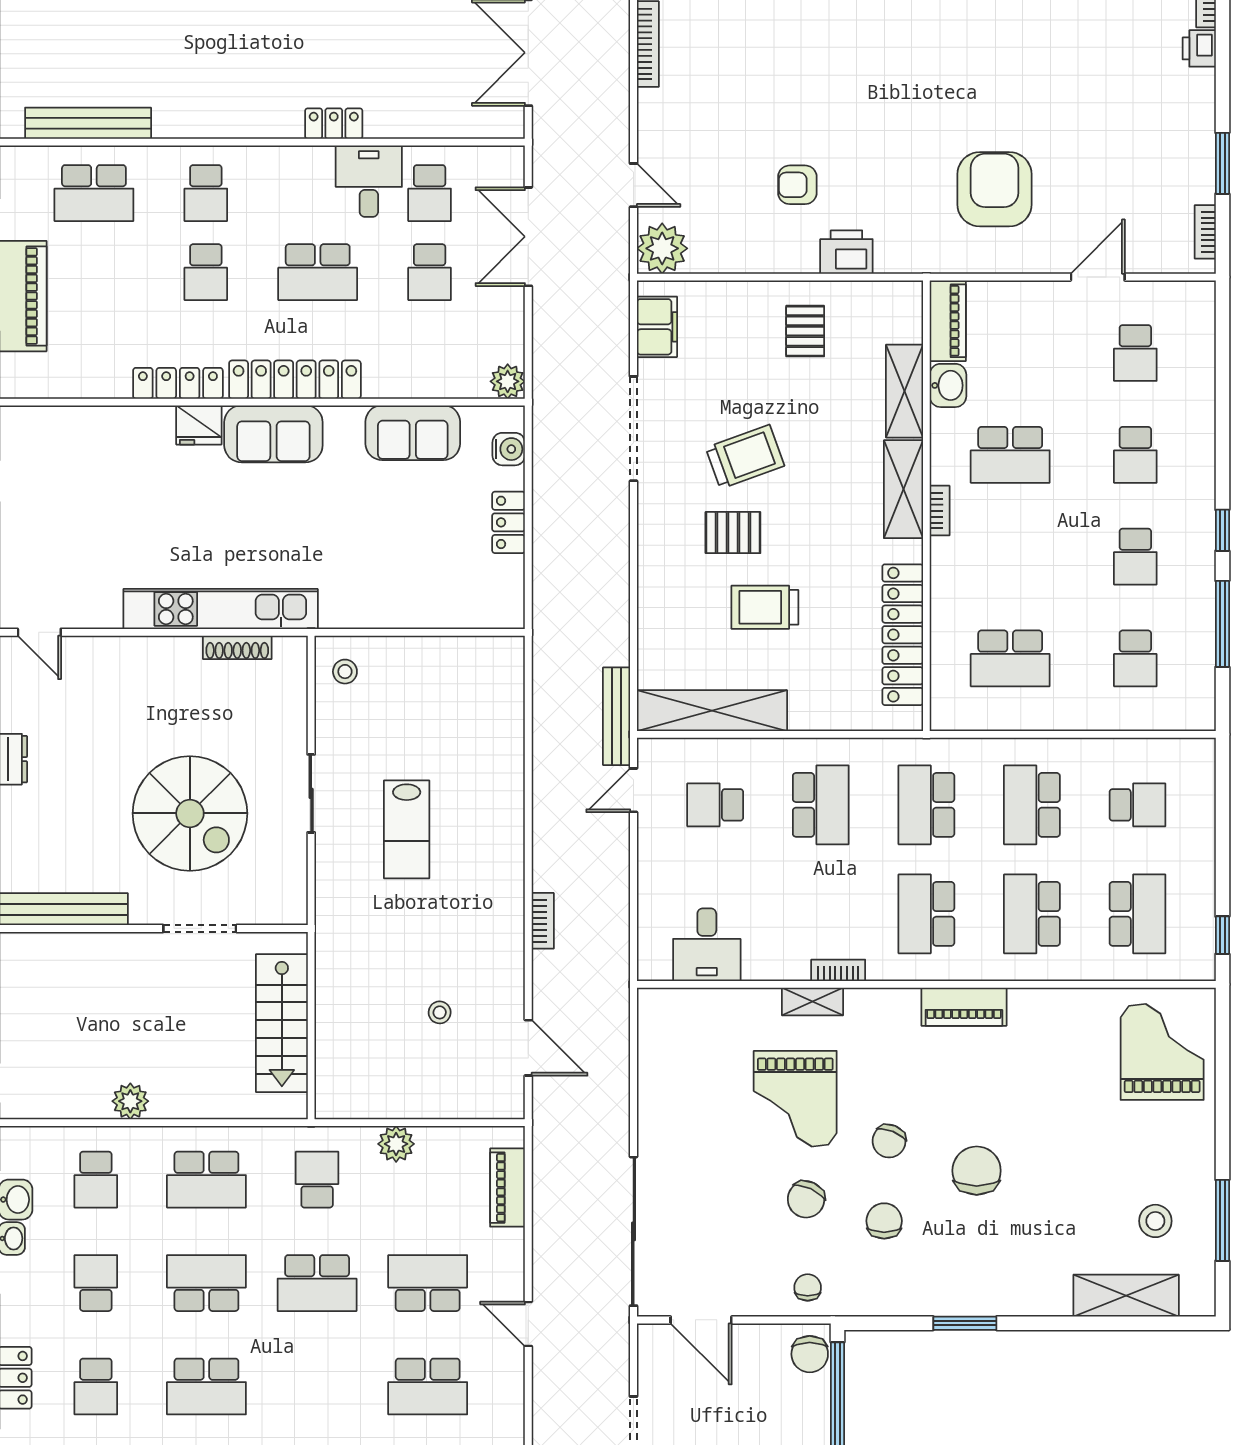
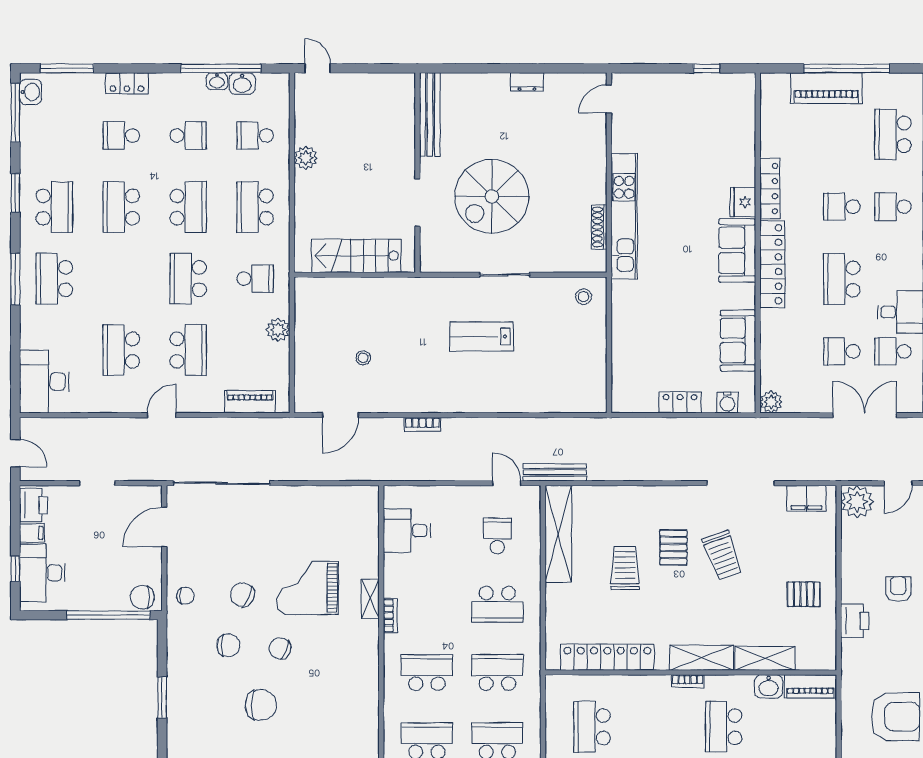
piano: (964, 1007) -> (367, 697), removed

